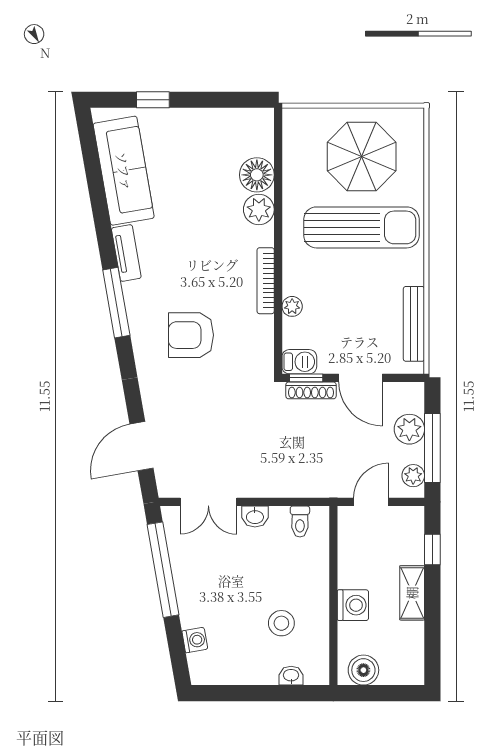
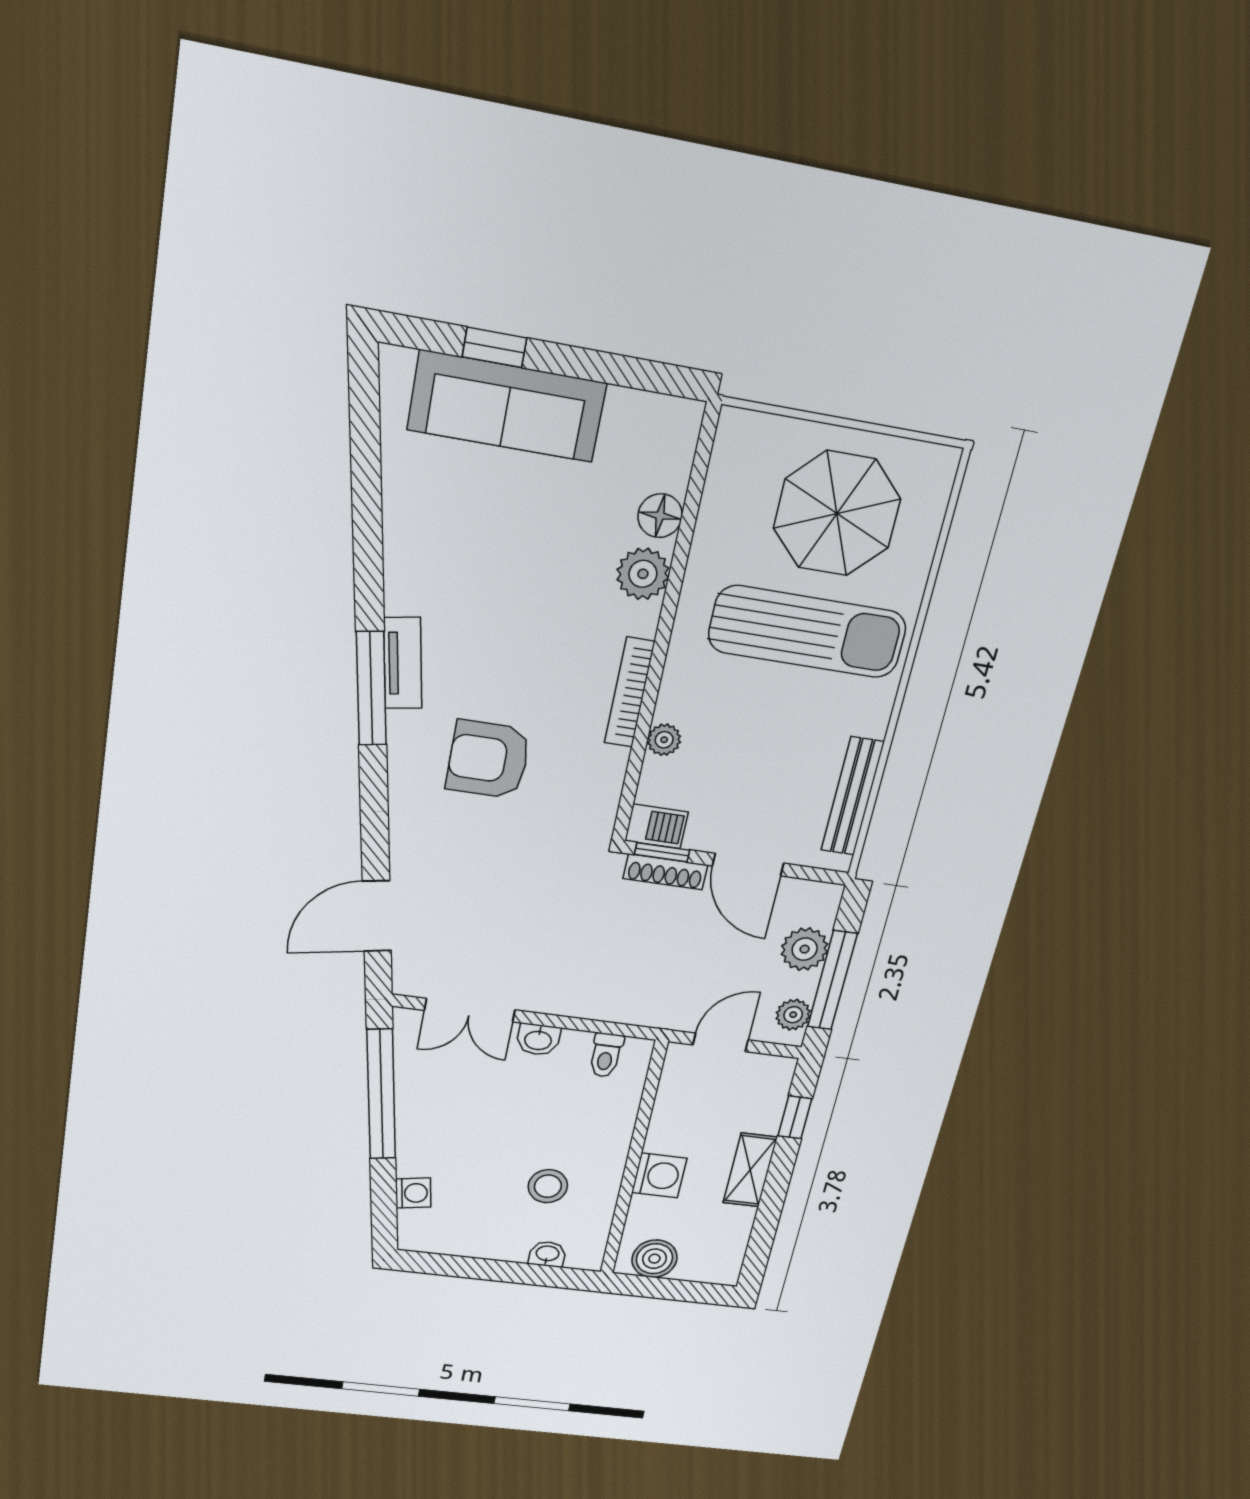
sofa: (124, 171) -> (507, 406), moved, turned 100
floor lamp: (257, 175) -> (660, 516), width x0.73, depth x0.73
tv unit: (126, 253) -> (403, 663), moved

